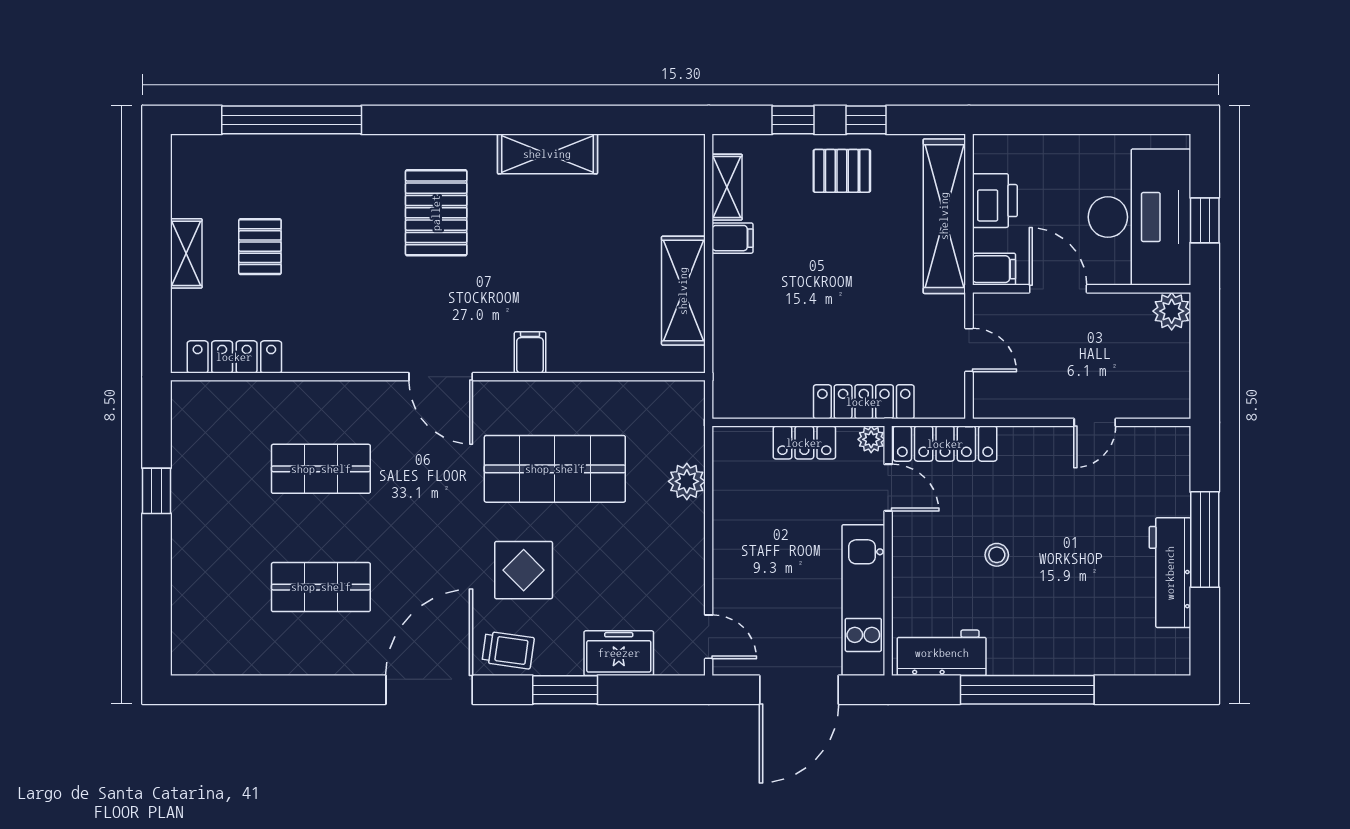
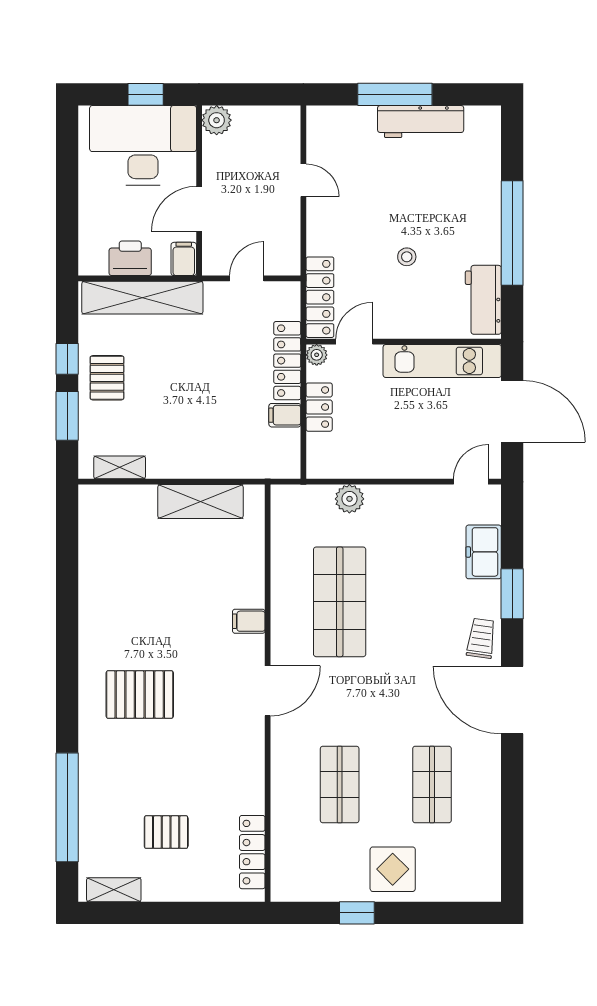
window: (793, 120) -> (67, 416), width x1.50
shelving: (547, 154) -> (94, 608), removed
filing cabinet: (733, 238) -> (285, 415), moved, turned -90
shelving: (186, 253) -> (114, 890), moved
display table: (524, 570) -> (393, 869), moved

